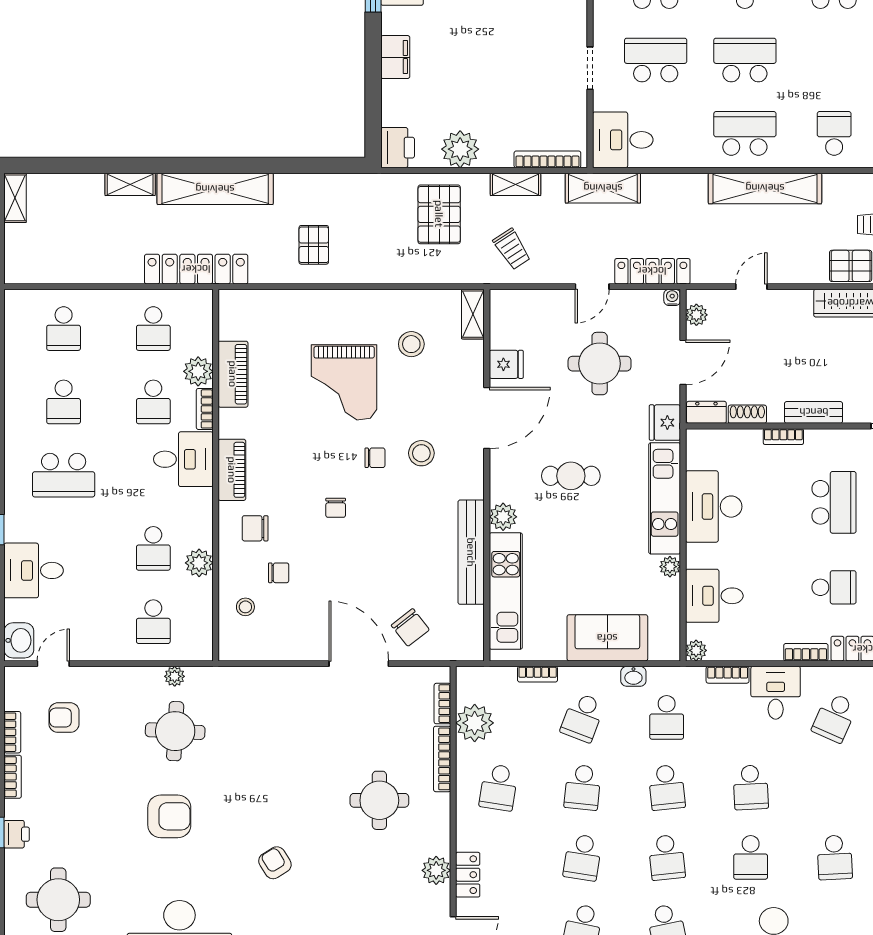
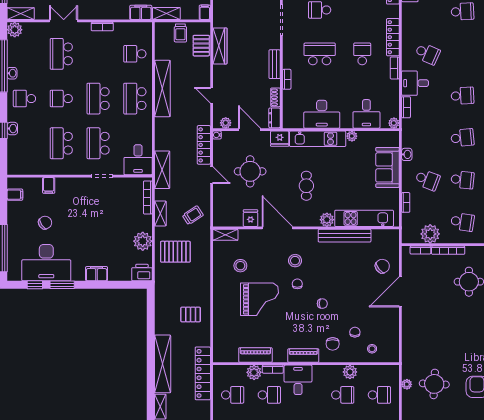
school desk: (667, 717) -> (427, 138), removed

